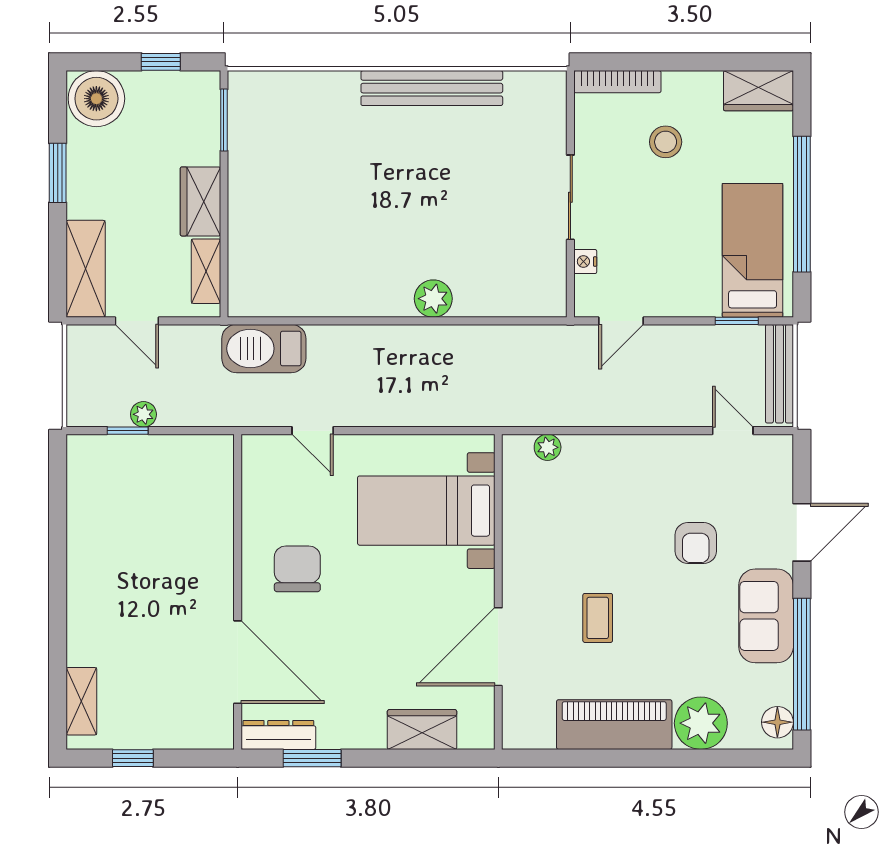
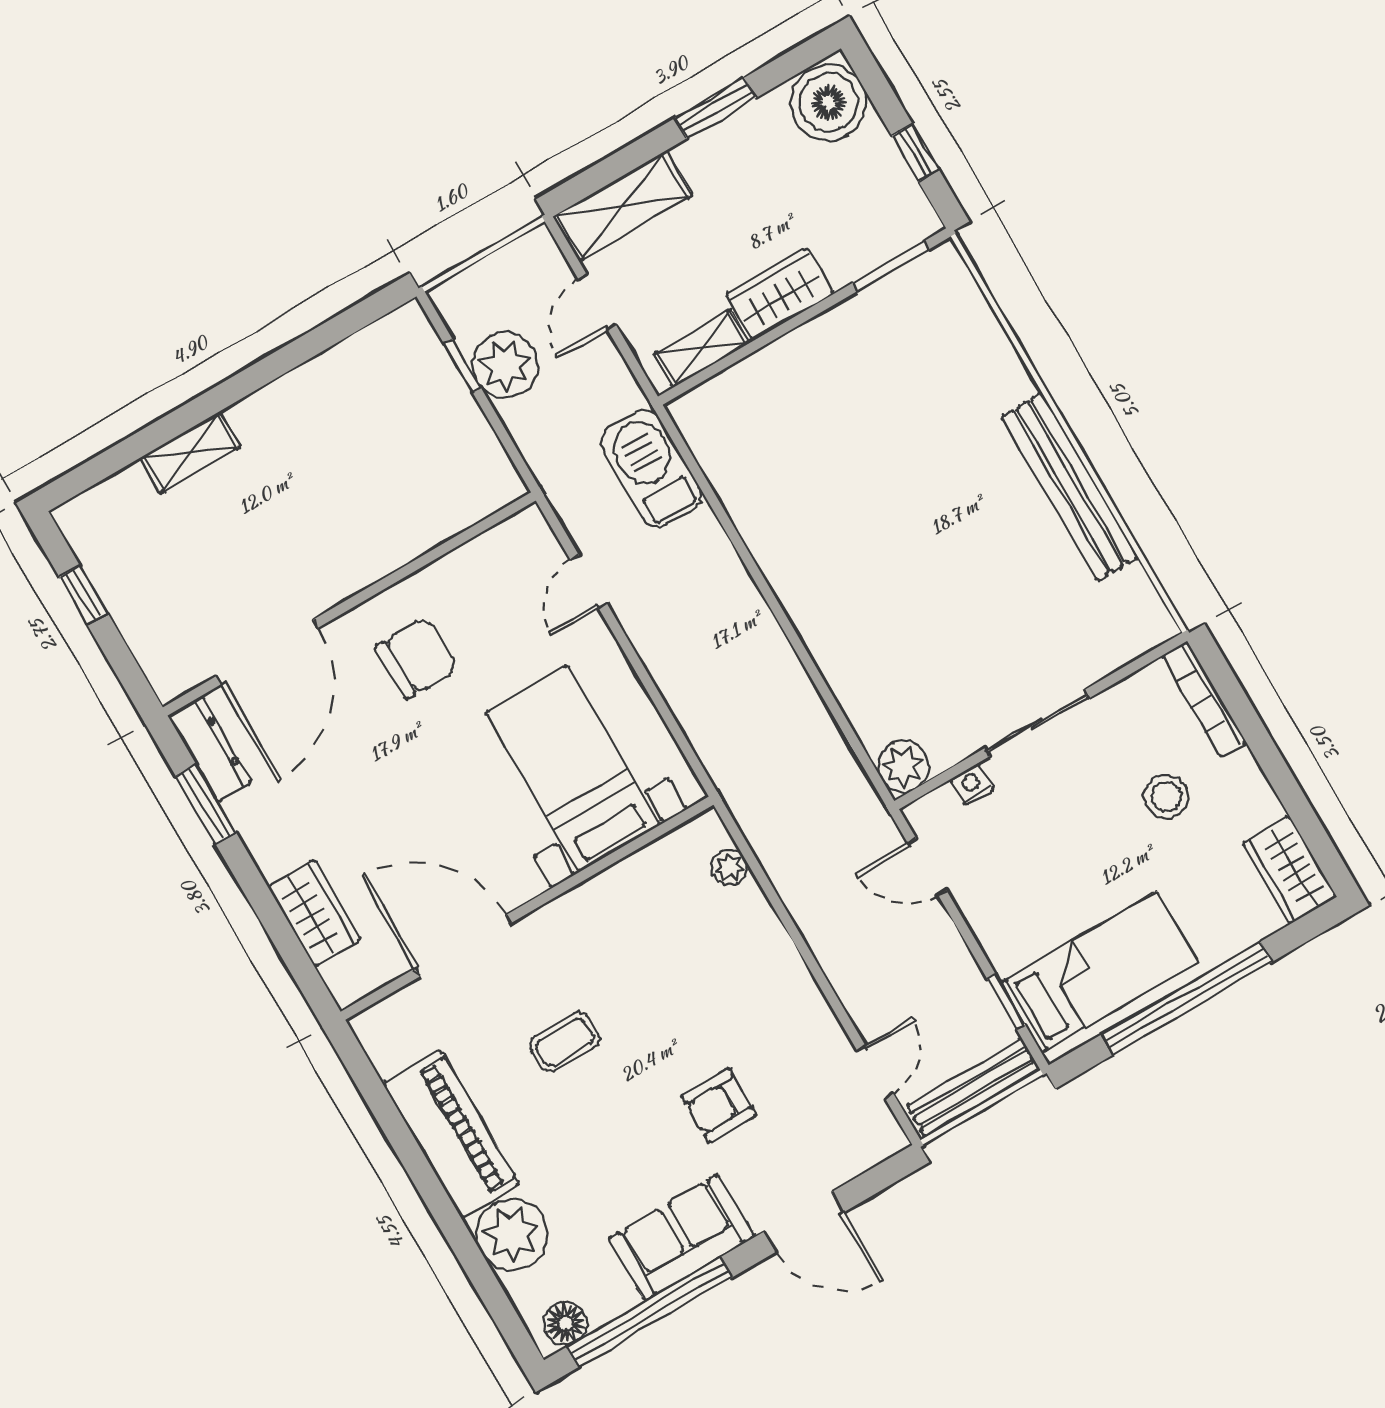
plant: (433, 299) -> (903, 766), moved
plant: (143, 414) -> (505, 365), width x1.87, depth x1.87
shelving: (81, 701) -> (190, 452), moved

